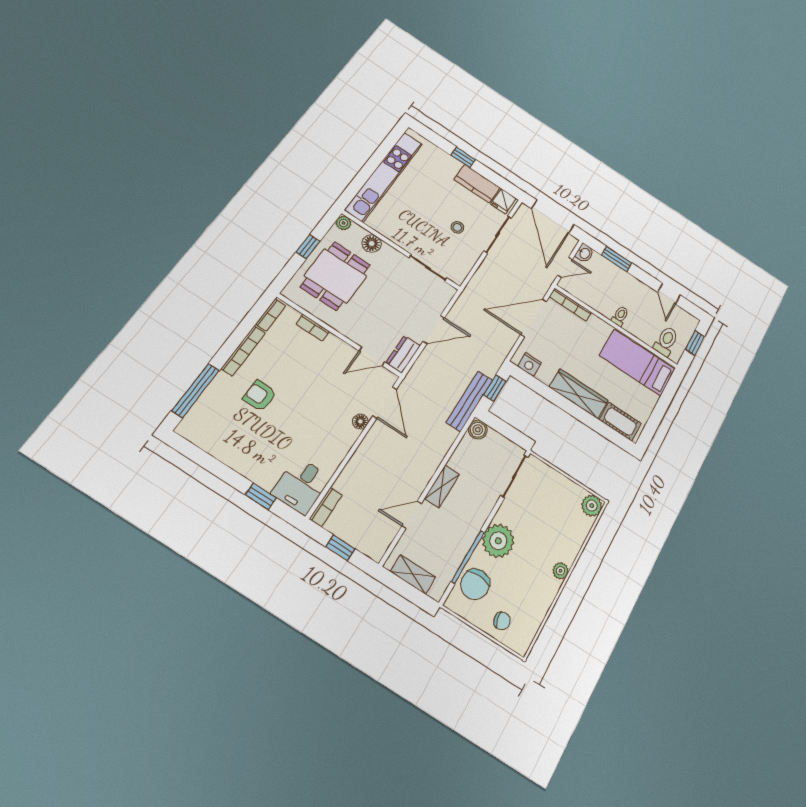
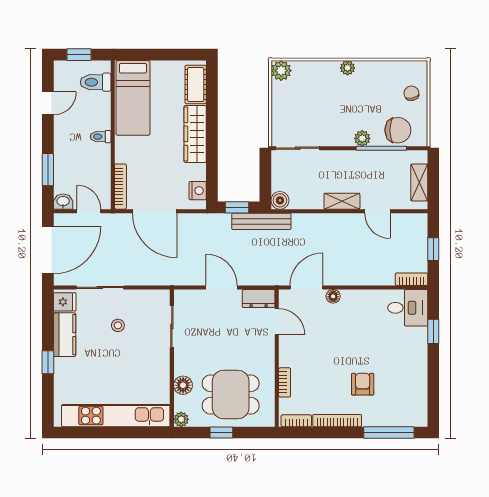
armchair: (260, 396) -> (363, 384), turned 180
plant: (498, 541) -> (362, 138), width x0.53, depth x0.53

